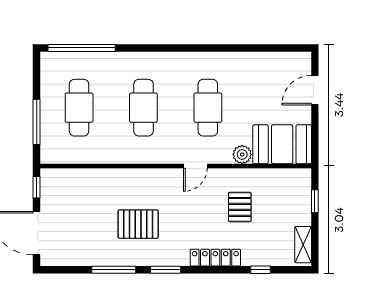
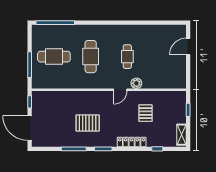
cafe table: (79, 108) -> (54, 57), turned 90
cafe table: (208, 108) -> (127, 57), width x0.73, depth x0.74
booth: (282, 144) -> (170, 77), removed
plant: (242, 155) -> (136, 83), moved

